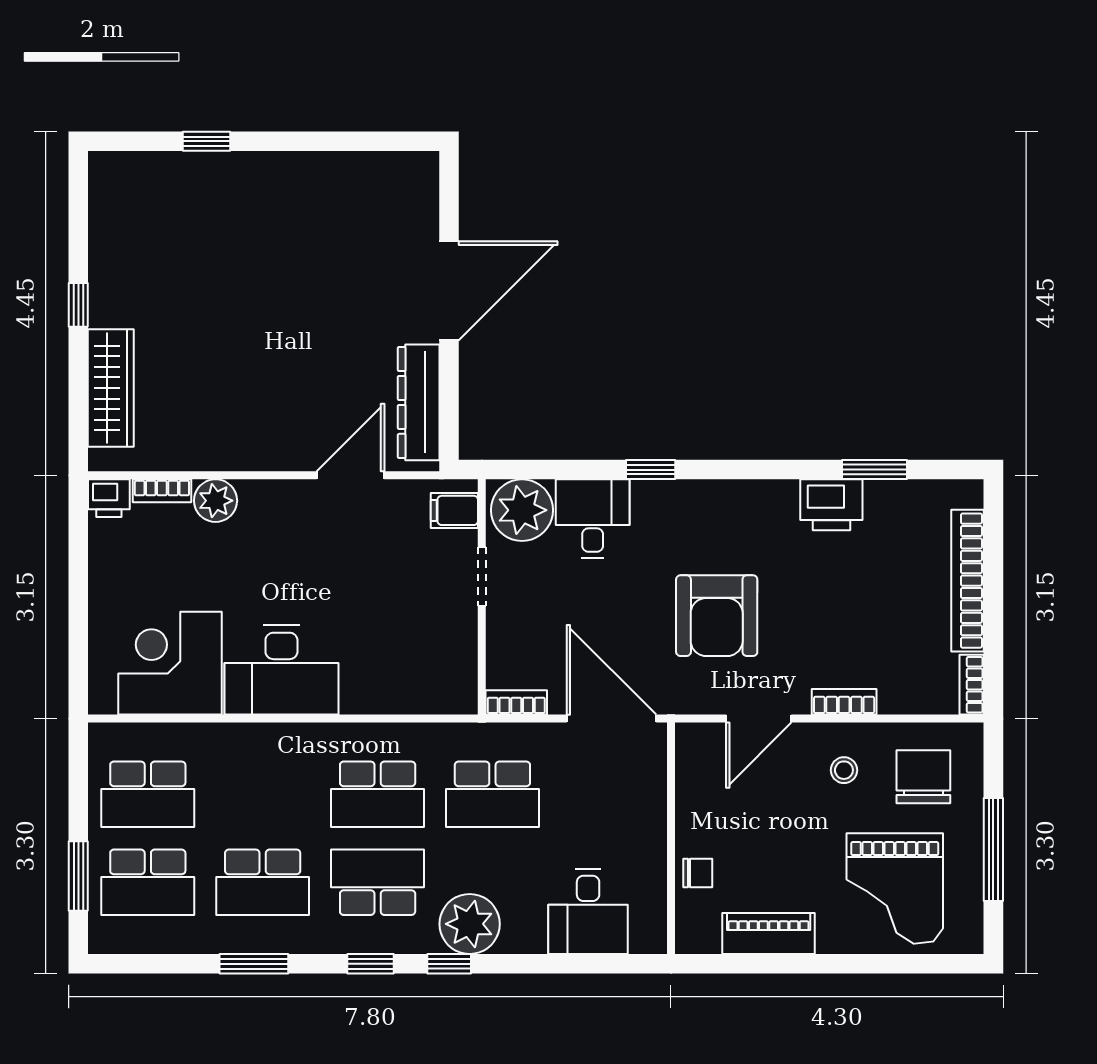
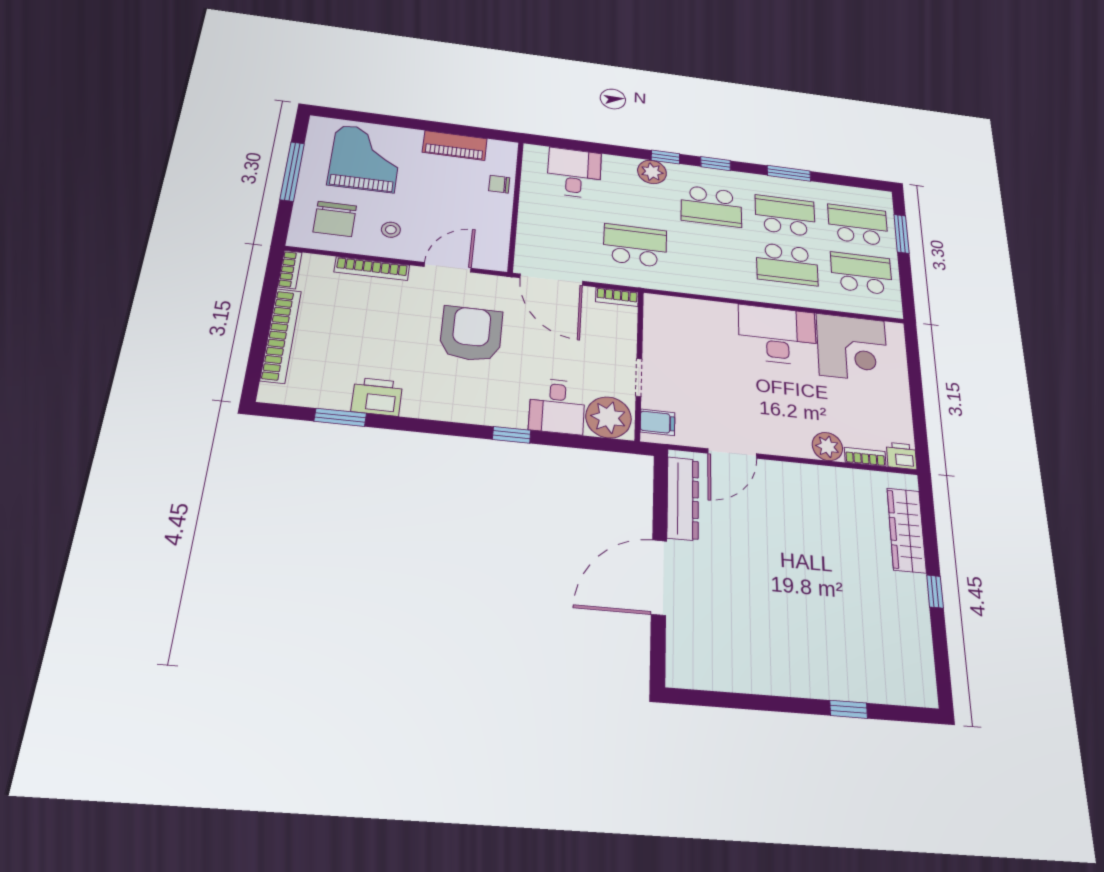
bookcase: (844, 702) -> (372, 269), width x1.56
school desk: (378, 794) -> (787, 264), moved, turned 180
plant: (470, 924) -> (652, 172), width x0.73, depth x0.73

